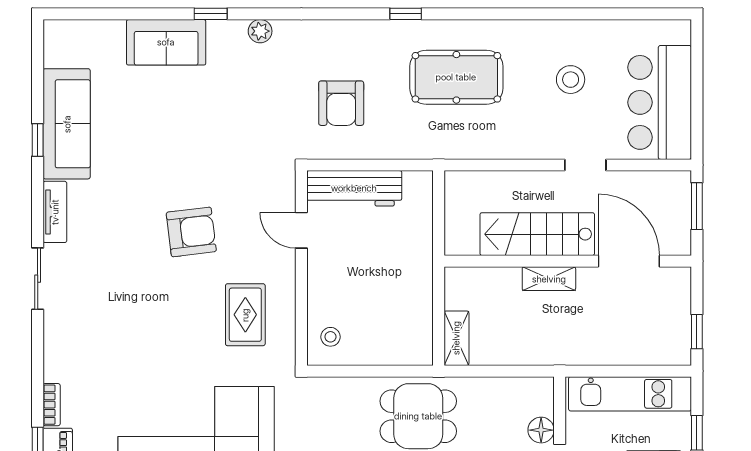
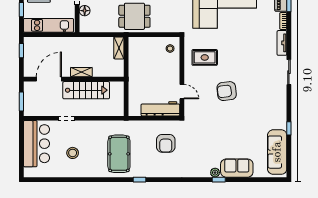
plant: (260, 31) -> (215, 173), moved
pool table: (456, 77) -> (119, 154), turned 90
armchair: (341, 103) -> (166, 143), turned 180
sofa: (67, 124) -> (277, 152), moved
tv unit: (55, 212) -> (282, 43), moved
door: (629, 261) -> (49, 79), swing flipped
rug: (245, 315) -> (205, 57), turned 90

